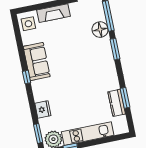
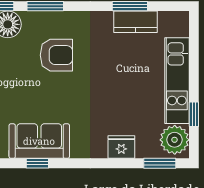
armchair: (88, 61) -> (56, 55), added
window: (27, 77) -> (37, 163), moved

